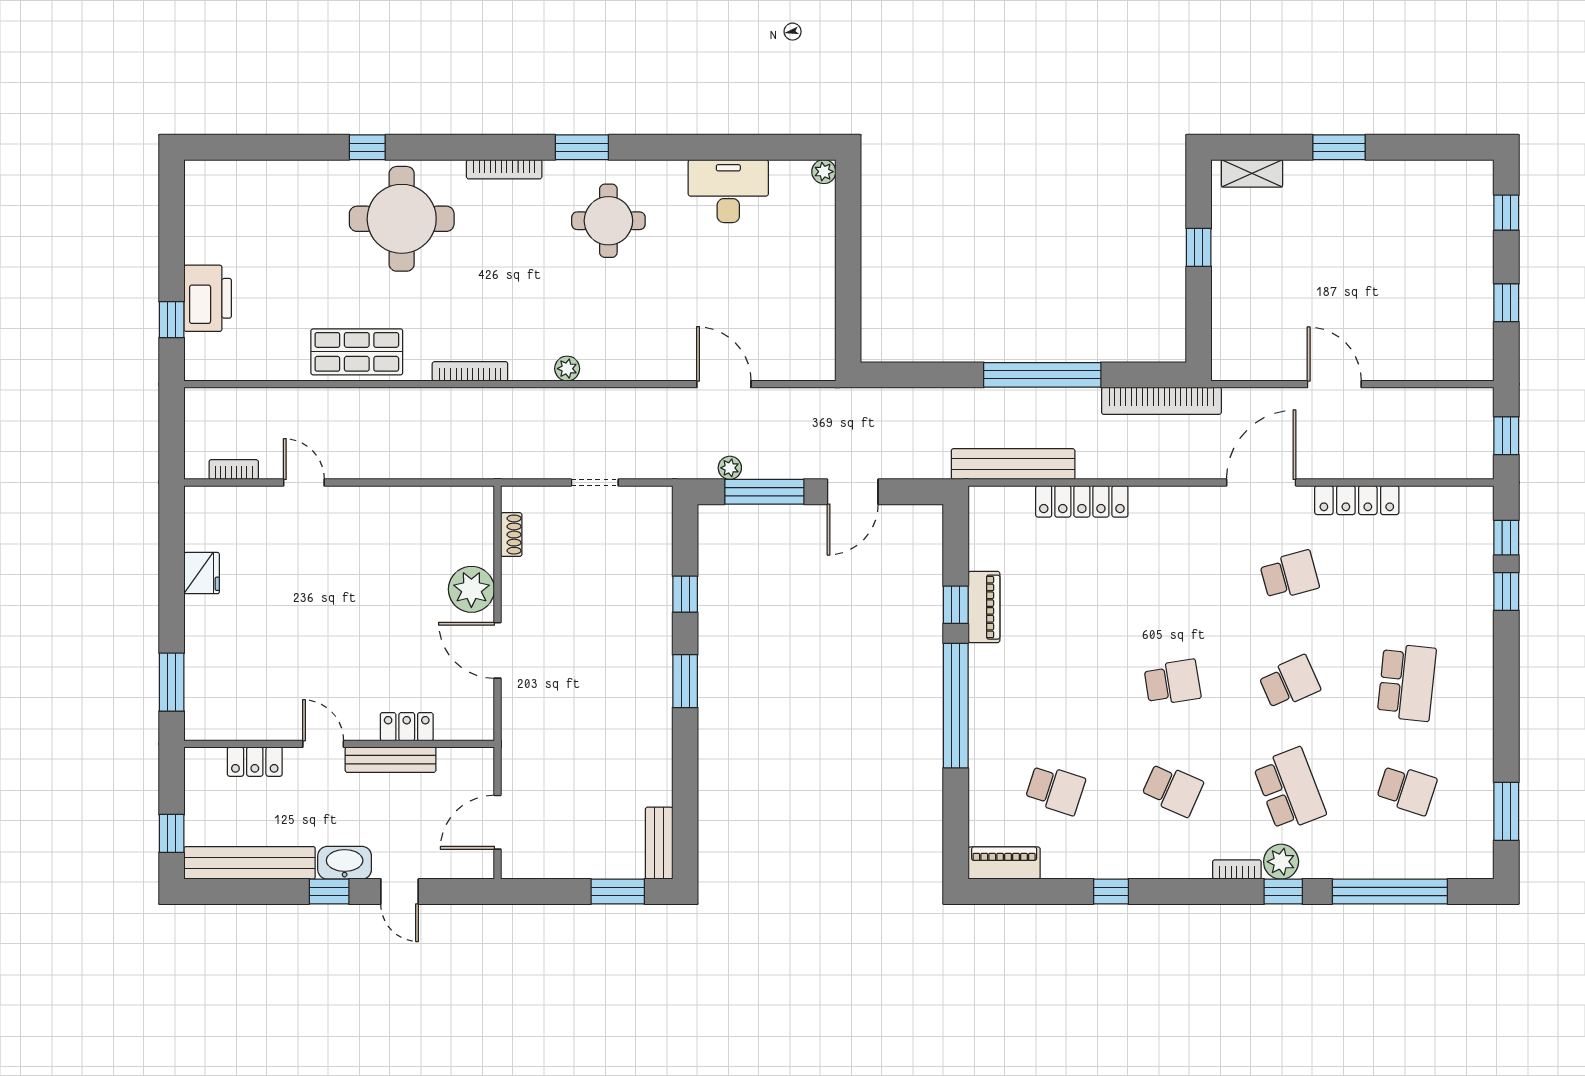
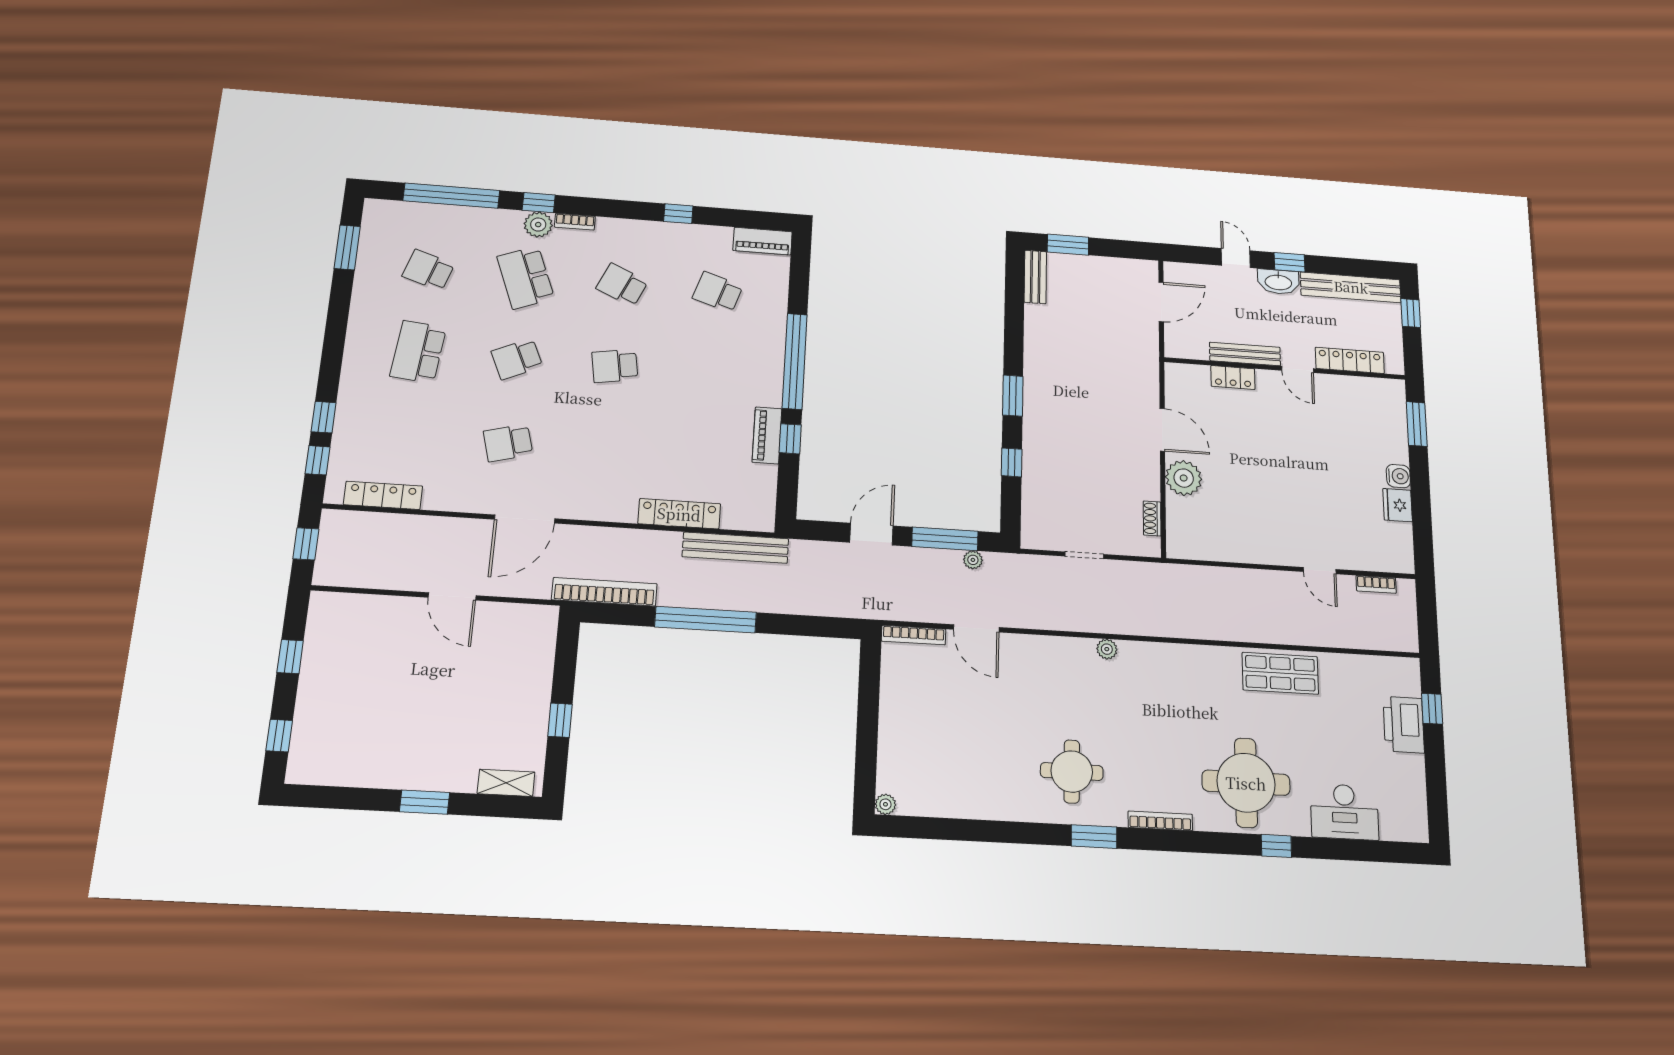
desk: (728, 191) -> (1344, 812), moved
bookcase: (470, 371) -> (914, 635), moved
locker: (1357, 500) -> (383, 495), moved
water cooler: (199, 611) -> (1398, 476), added
locker: (255, 762) -> (1350, 360), width x1.53

